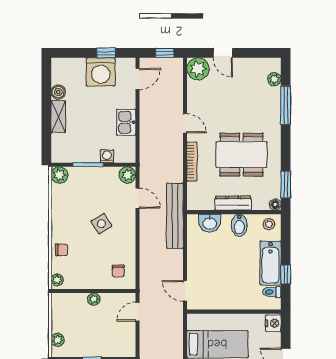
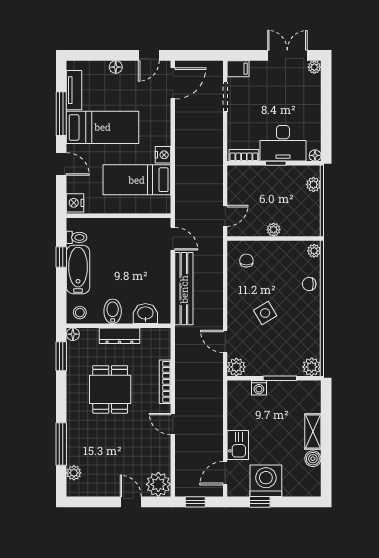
kitchen sink: (126, 122) -> (238, 445), moved
dining table: (241, 155) -> (110, 389), width x0.73
bench: (175, 216) -> (184, 289), moved

